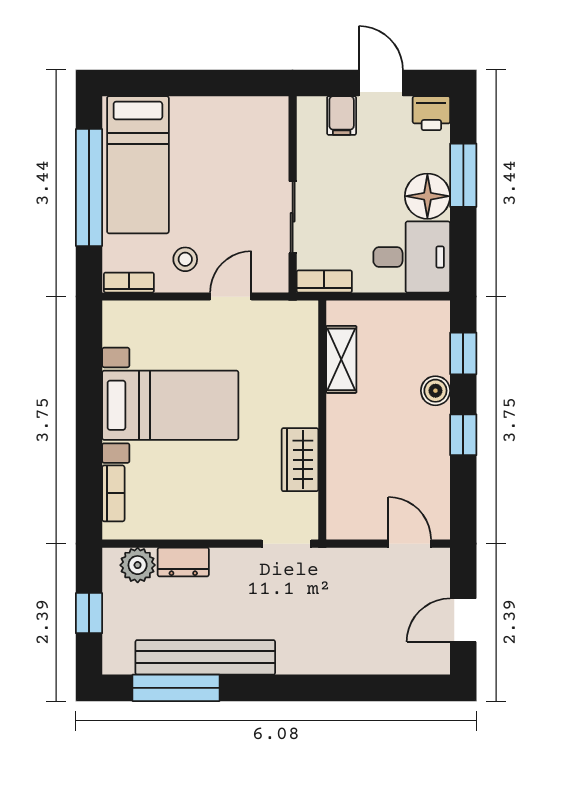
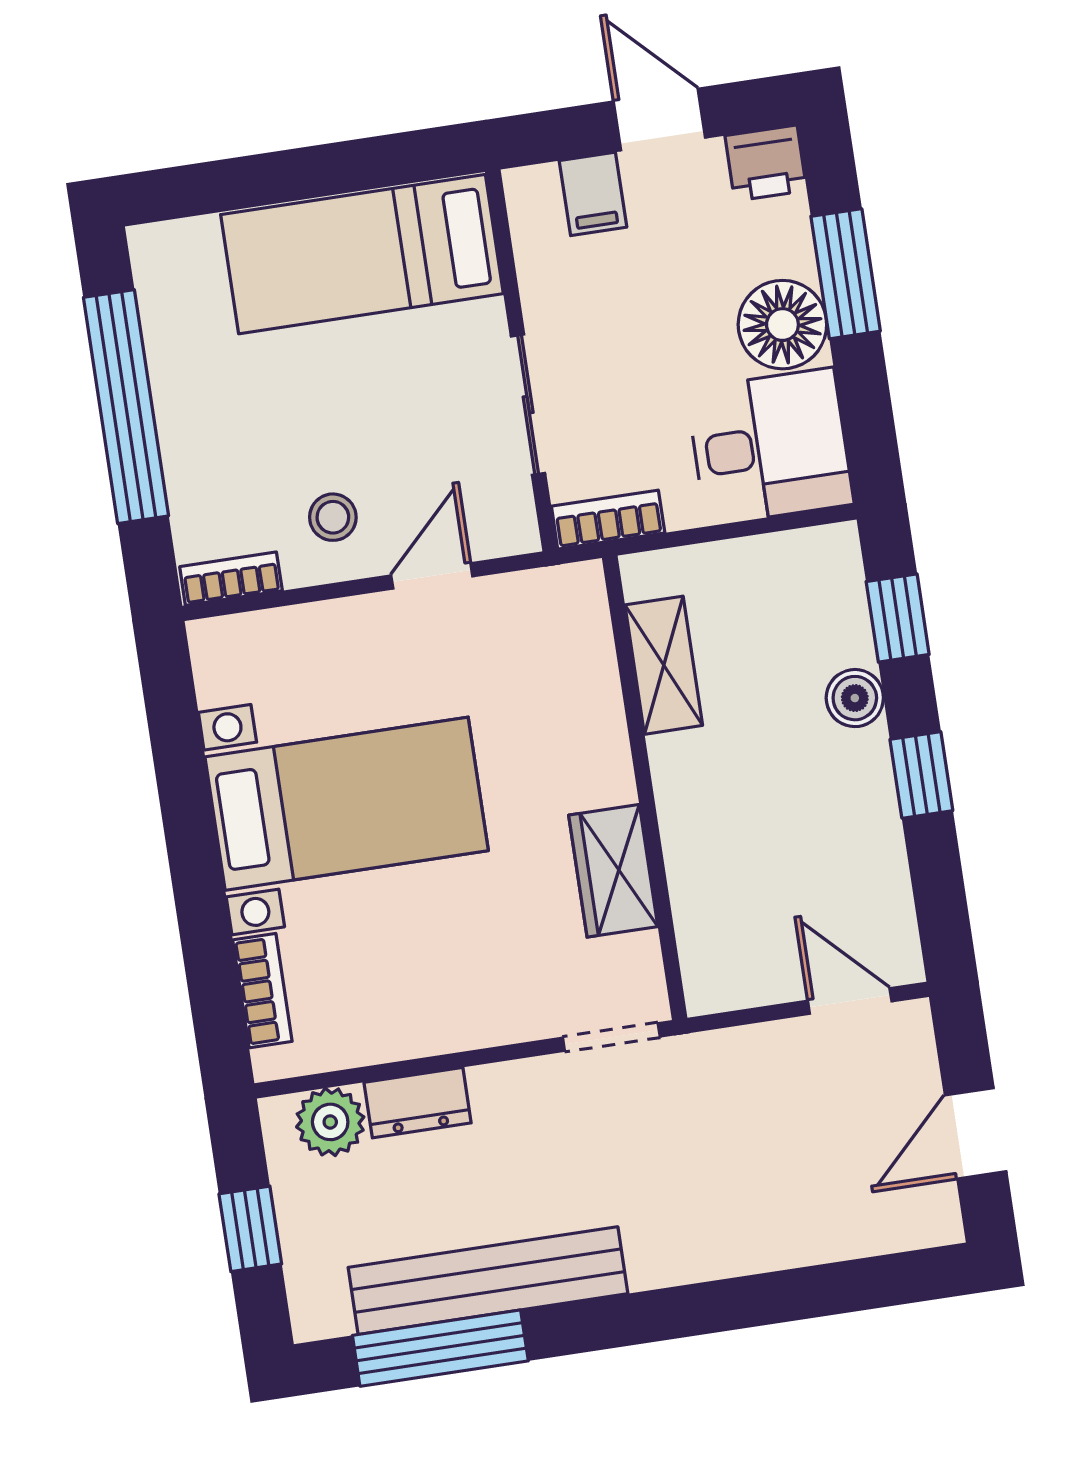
bed: (138, 165) -> (362, 254), moved, turned 90

